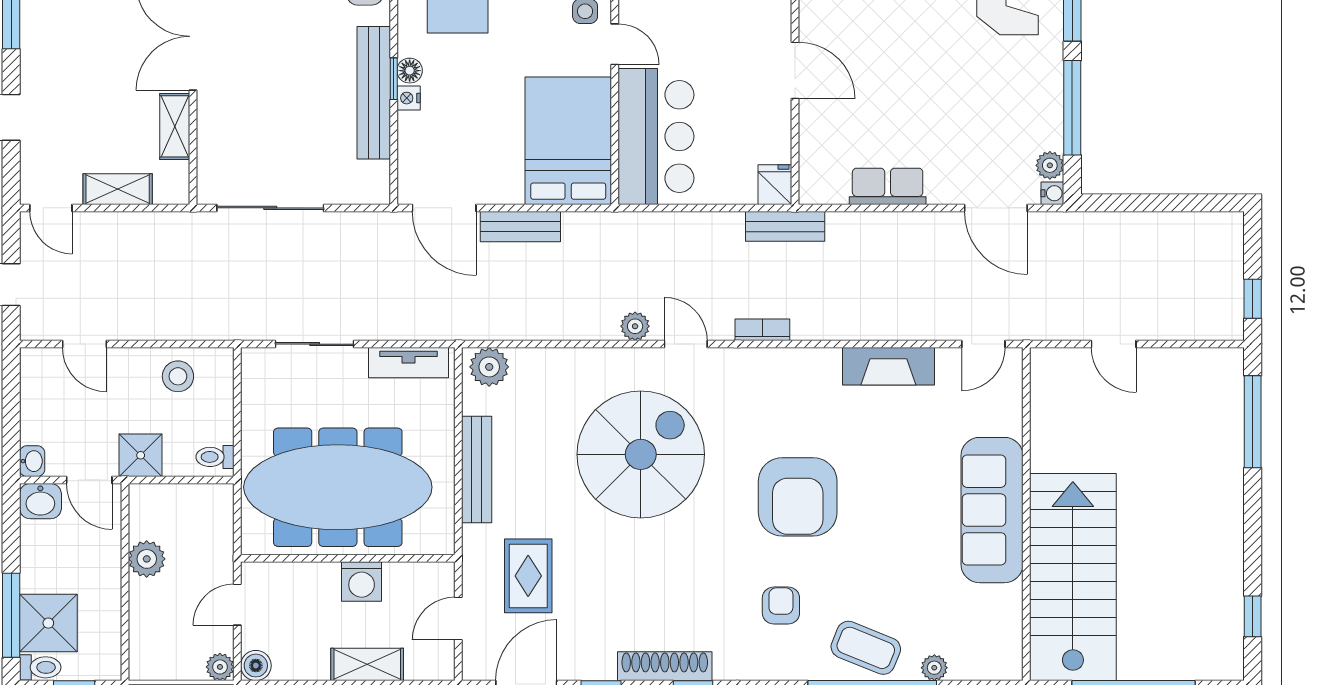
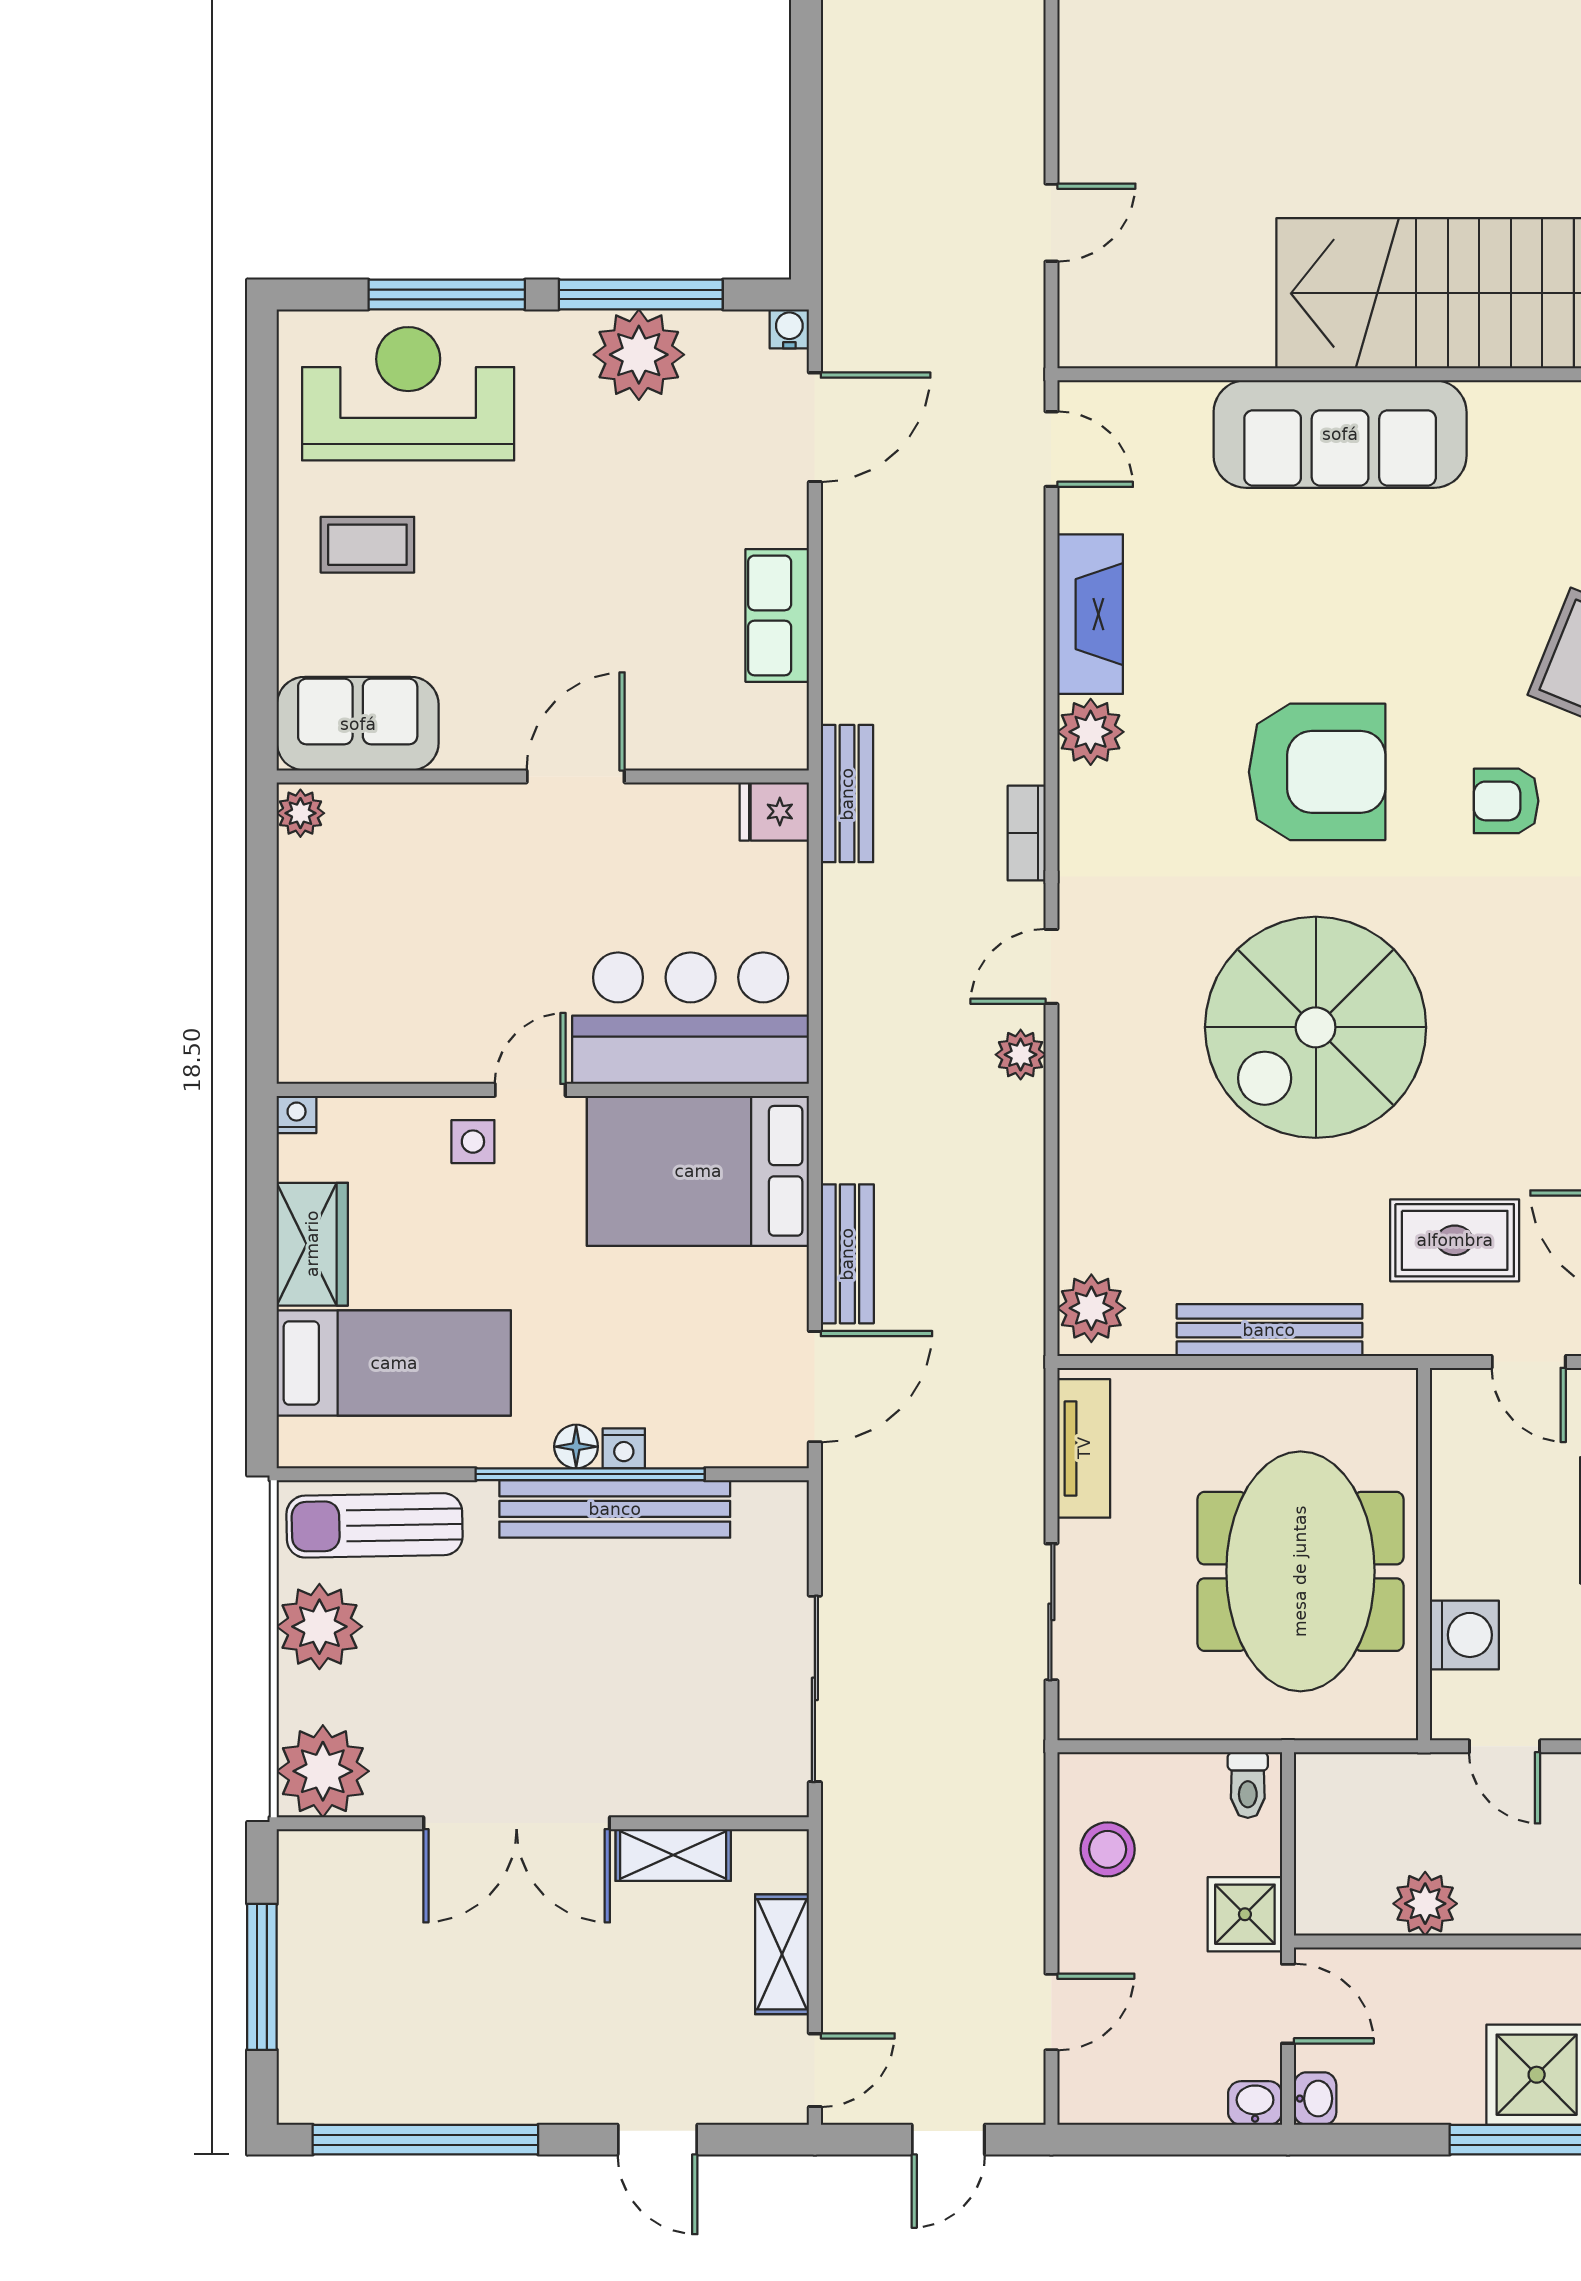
window: (394, 79) -> (590, 1474), width x3.17
plant: (1050, 165) -> (639, 355), moved, width x1.88, depth x1.88
plant: (821, 366) -> (1091, 732), added
spiral stairs: (641, 454) -> (1316, 1027), moved, turned -90
door: (89, 480) -> (1288, 2004), hinge flipped
meeting table: (338, 487) -> (1300, 1571), width x0.73
washbasin: (40, 501) -> (1315, 2099), width x0.72, depth x0.69
washing machine: (362, 581) -> (1464, 1635), moved

